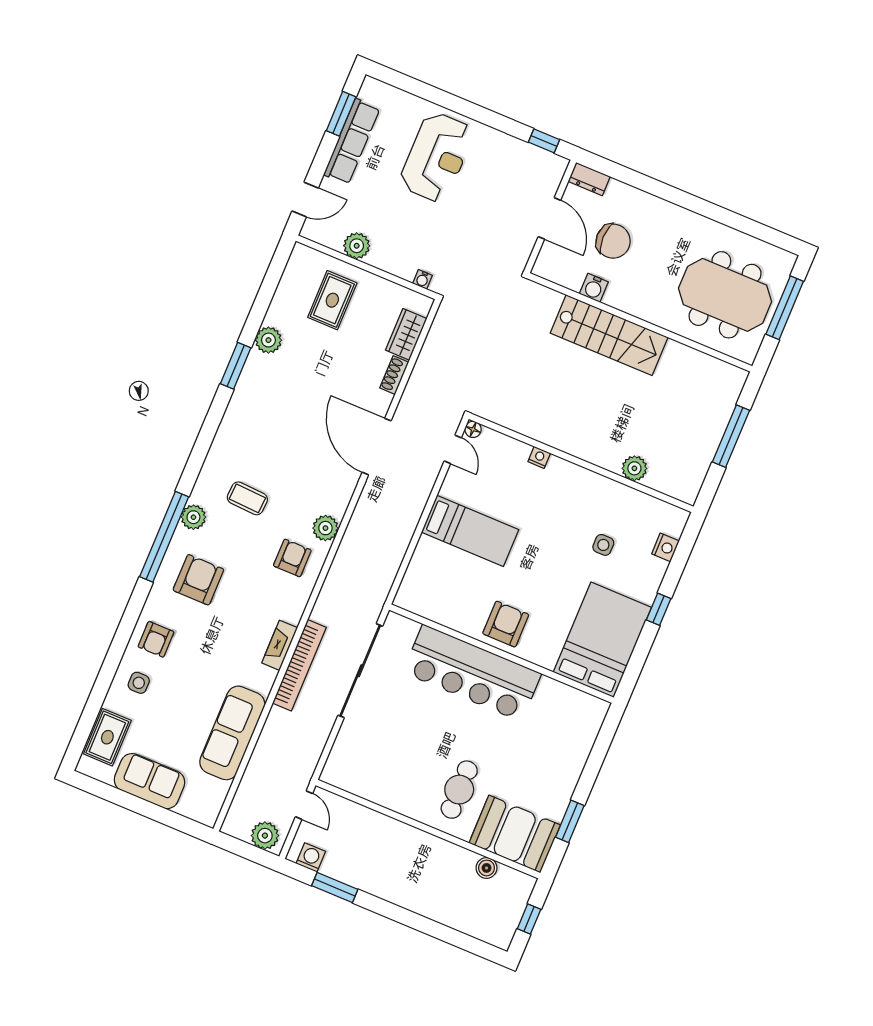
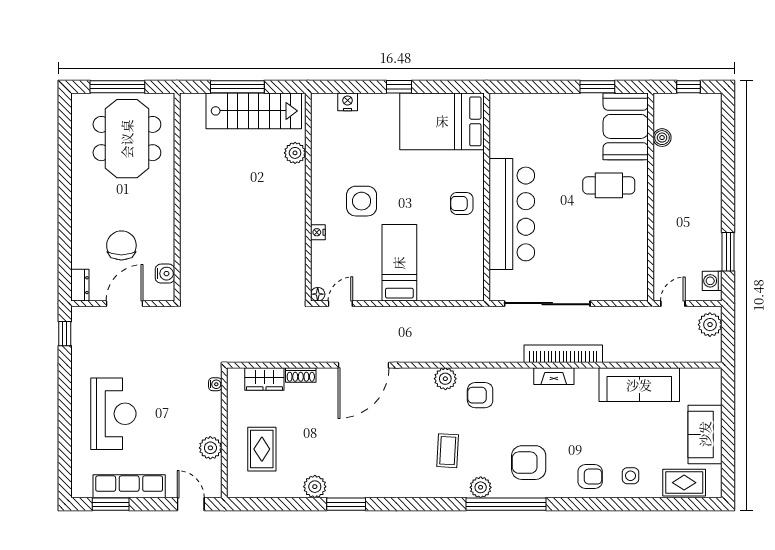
reception desk: (437, 157) -> (113, 414), turned 90
water cooler: (594, 288) -> (165, 274), moved
rug: (332, 300) -> (262, 449), turned 90
stairs: (609, 335) -> (254, 111), moved, turned 90
side table: (603, 545) -> (362, 201), moved, width x1.87, depth x1.87
armchair: (506, 624) -> (462, 203), width x0.72, depth x0.72

